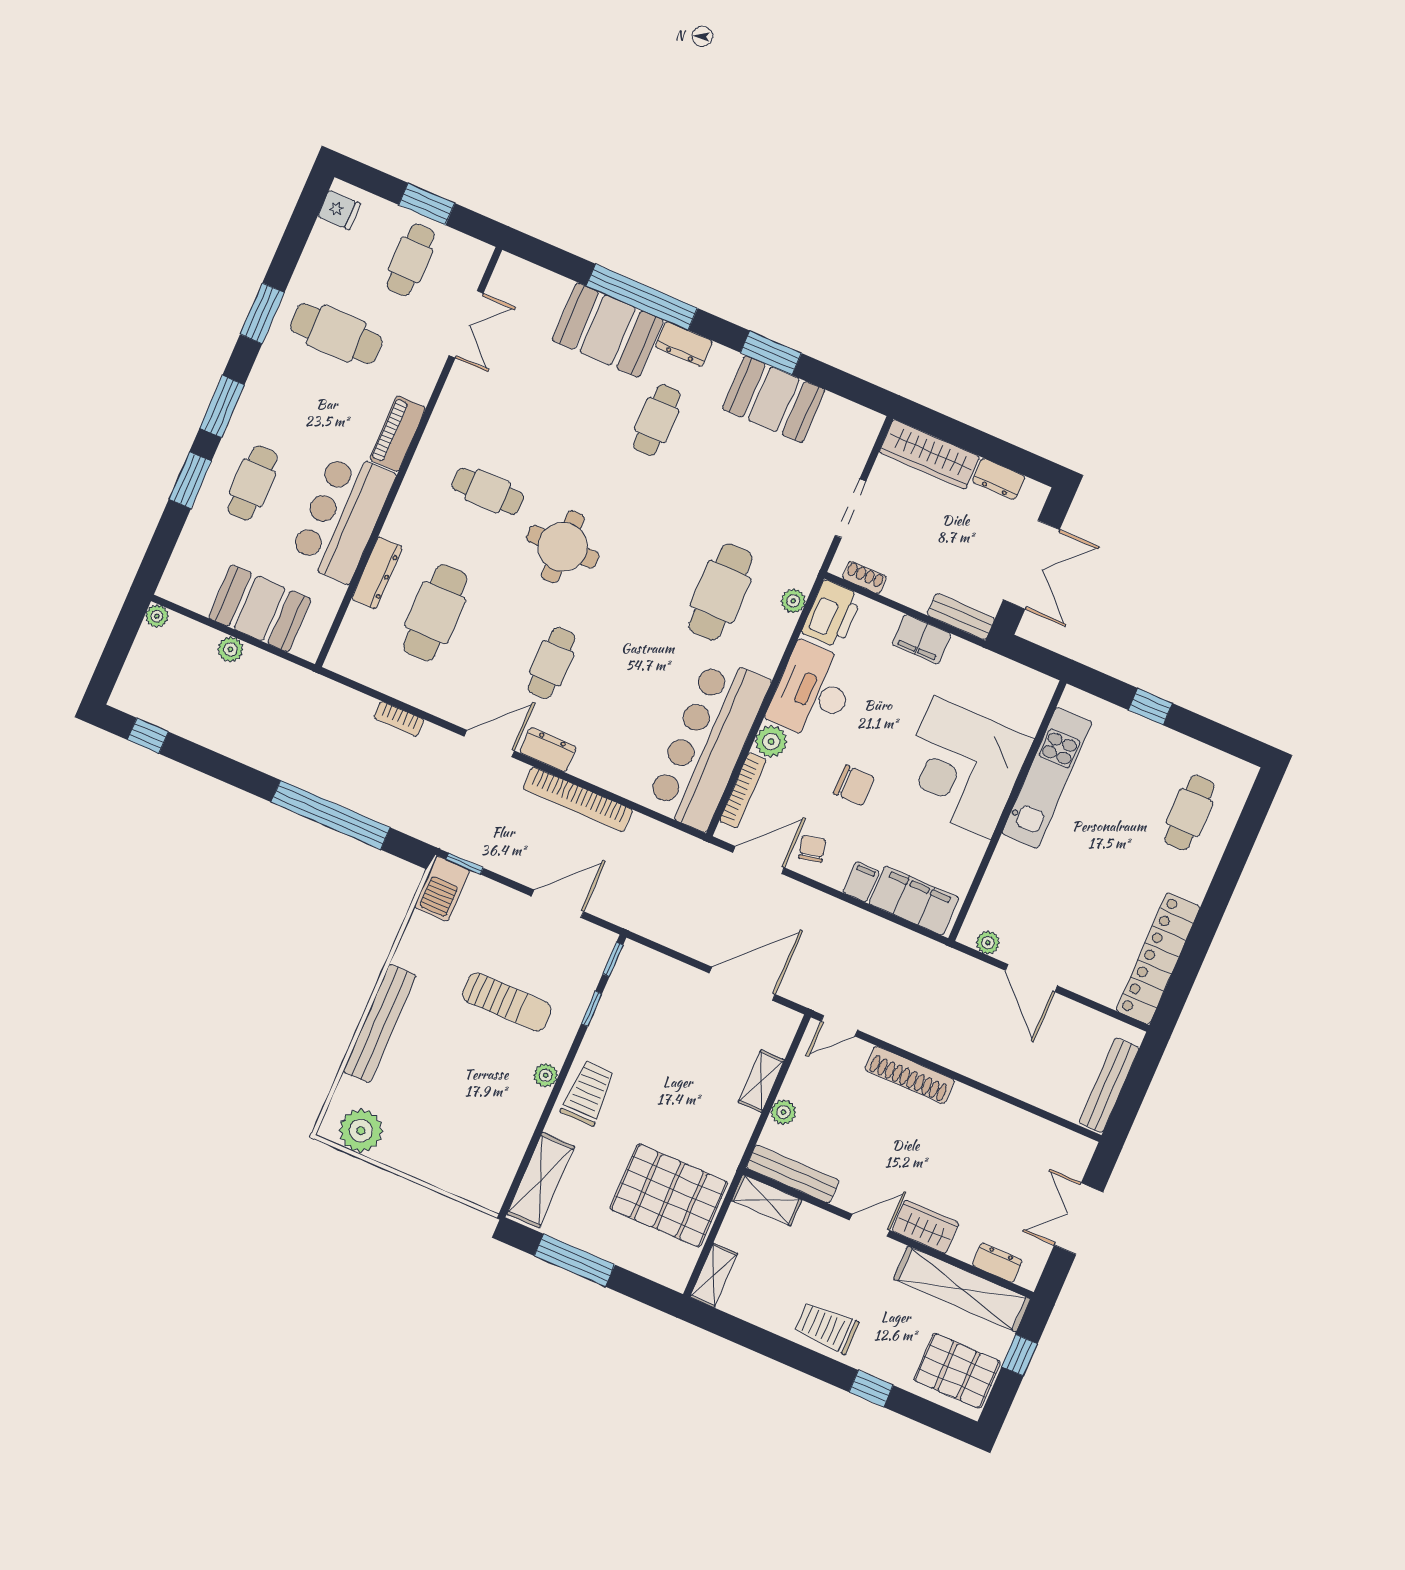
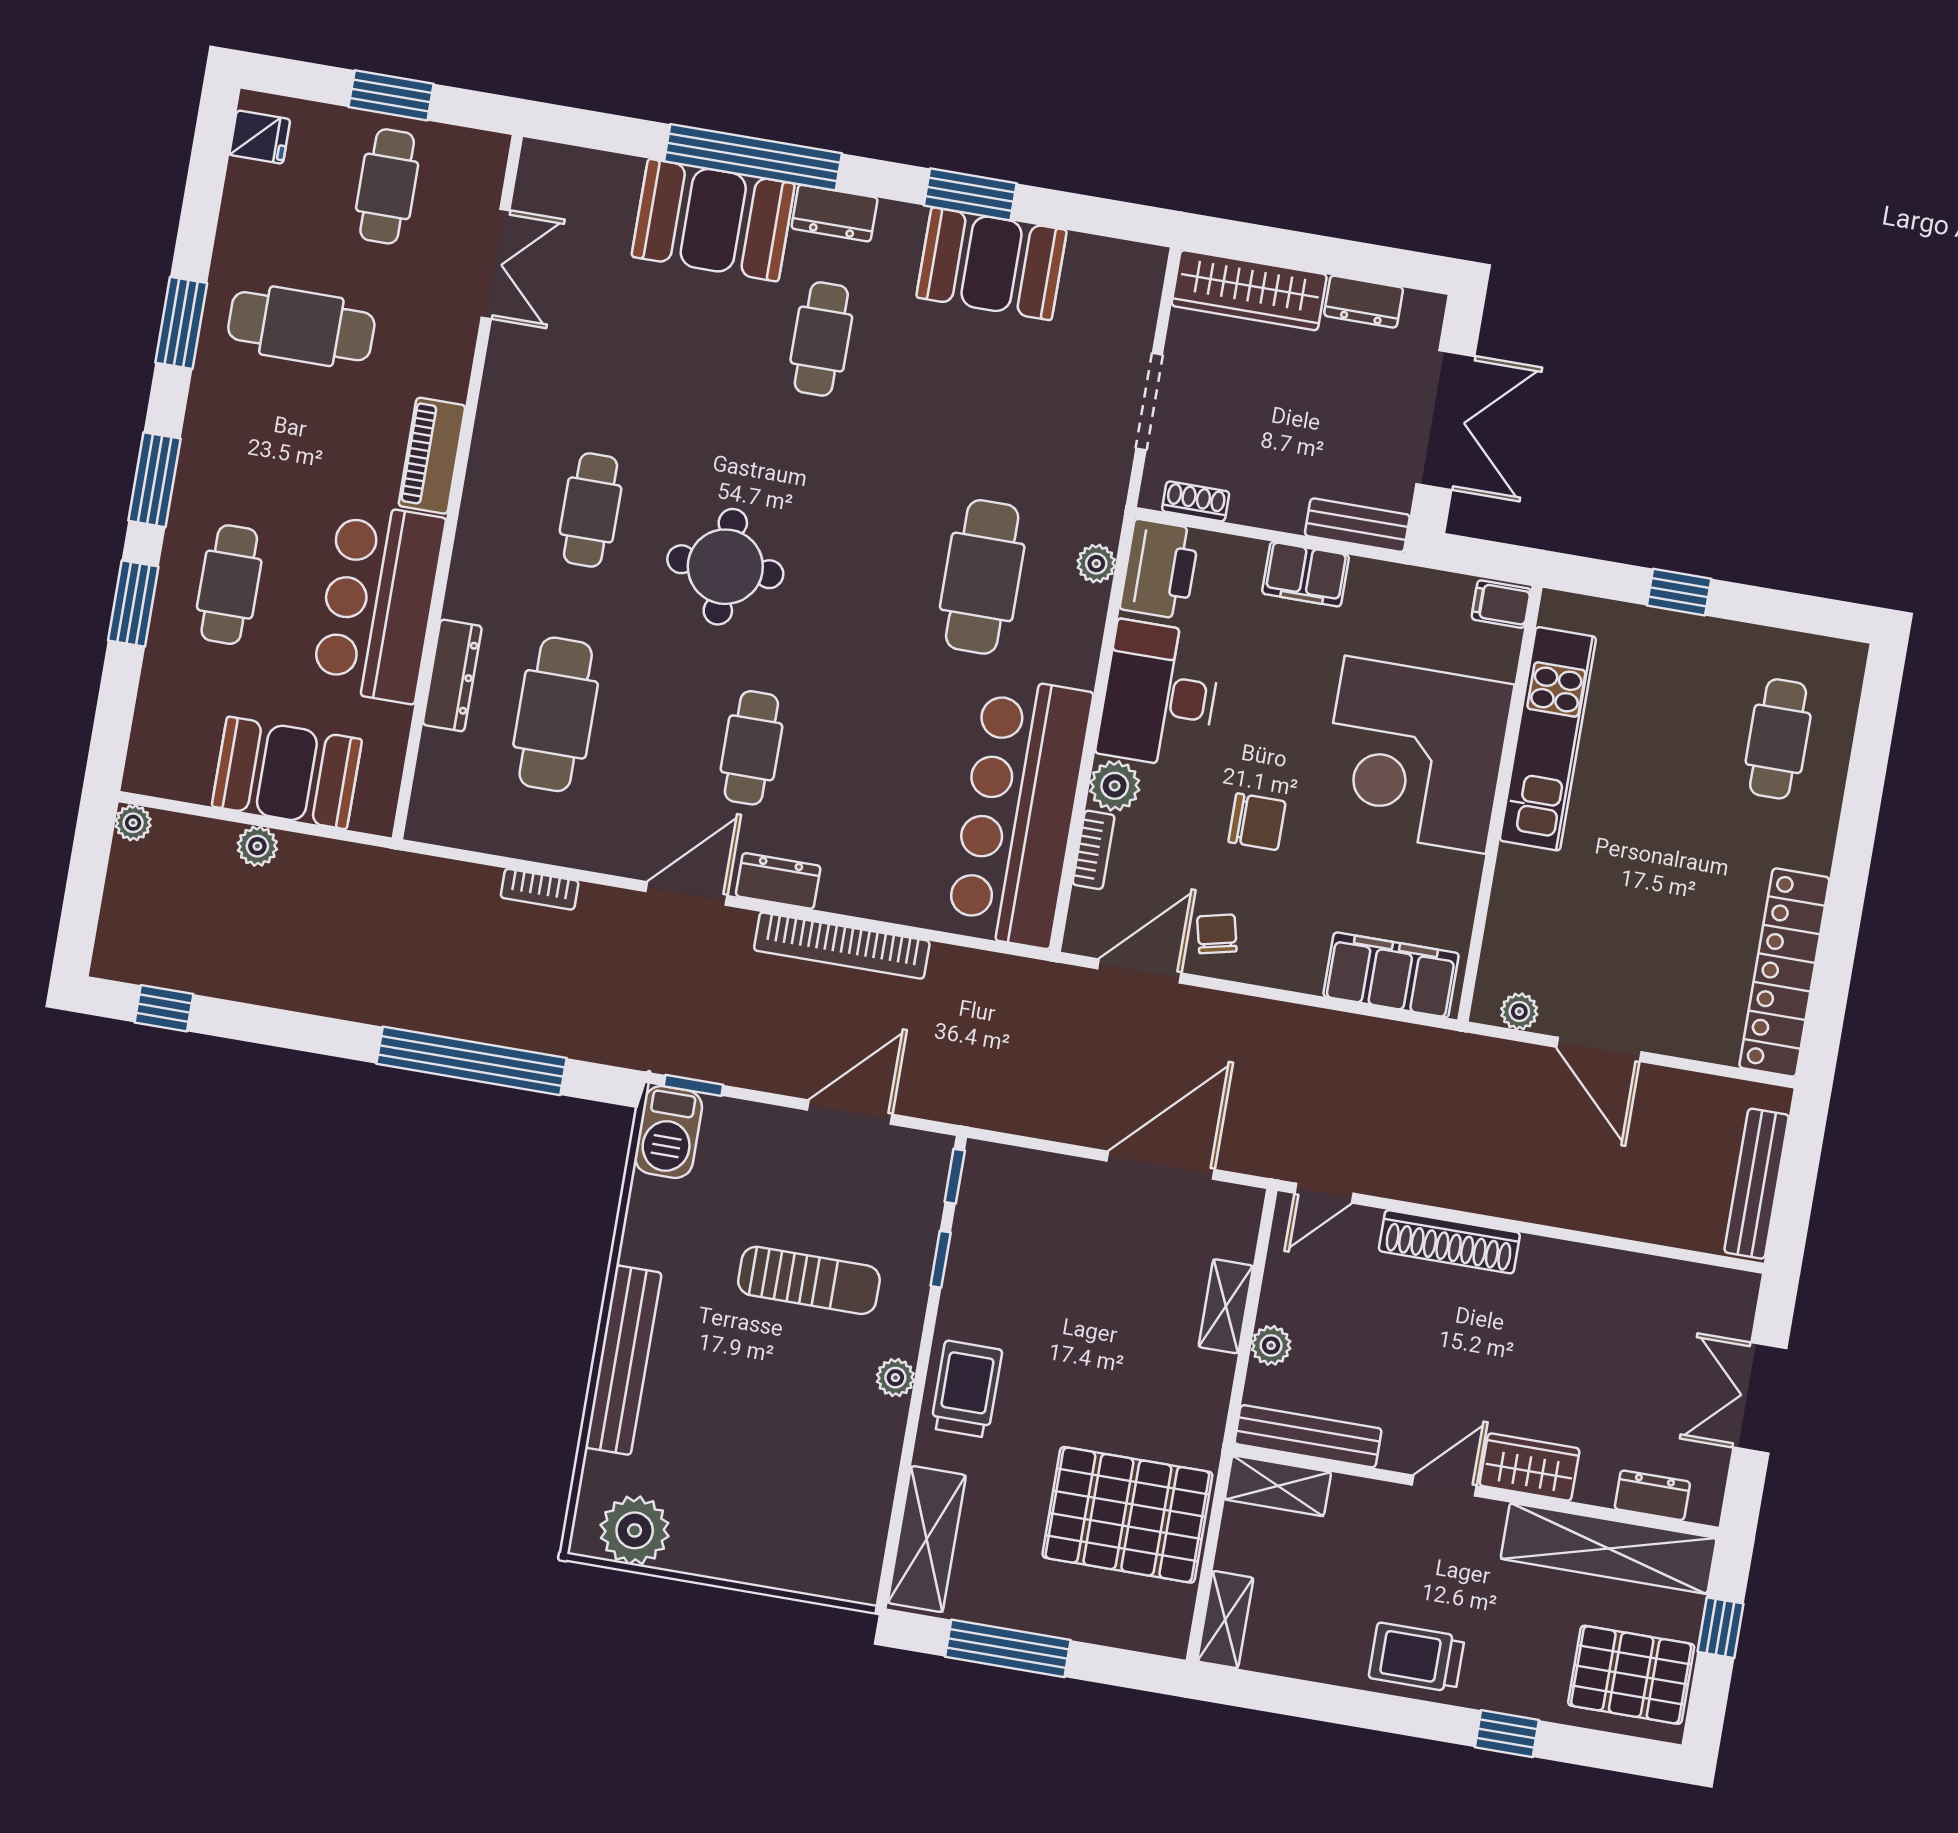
cafe table: (488, 491) -> (591, 510), turned 90
bookcase: (743, 791) -> (1094, 850), width x0.64
filing cabinet: (861, 882) -> (1501, 604), moved, turned -90

